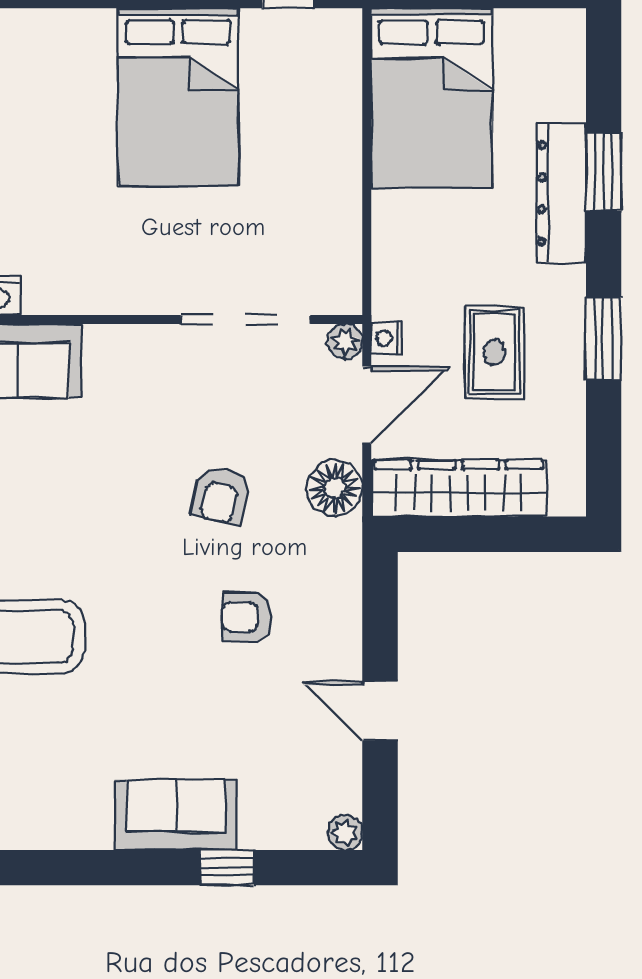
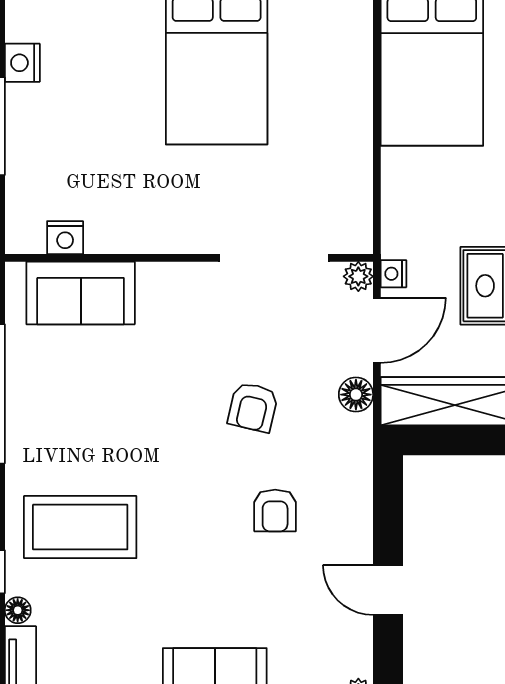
floor lamp: (335, 488) -> (356, 395), width x0.73, depth x0.73
armchair: (247, 617) -> (275, 510), turned -90

